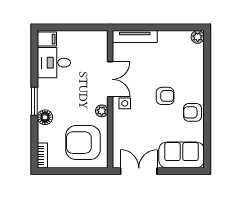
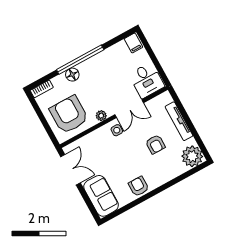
tv unit: (135, 37) -> (179, 121), moved
plant: (198, 37) -> (192, 156), width x1.88, depth x1.88
desk: (54, 63) -> (147, 80), moved, turned 180
armchair: (165, 96) -> (155, 144), moved
window: (34, 101) -> (80, 60), width x2.11

